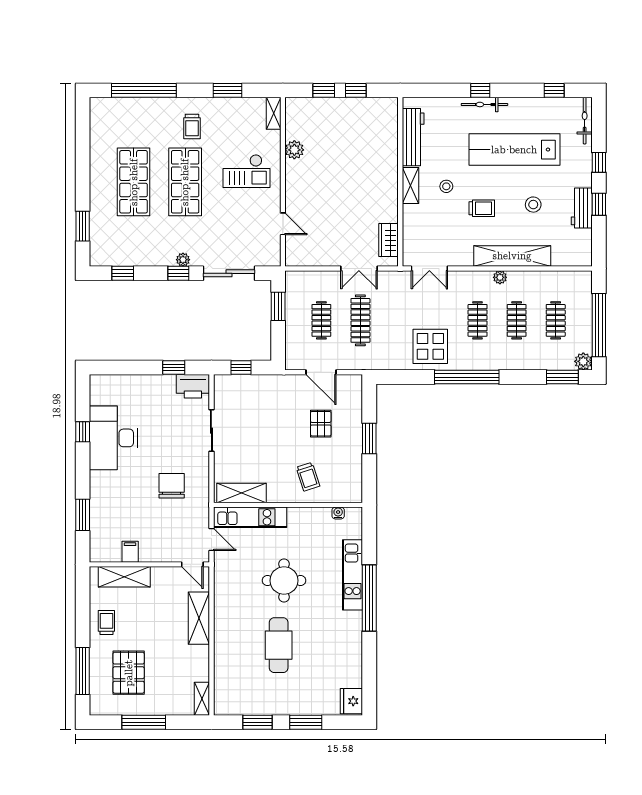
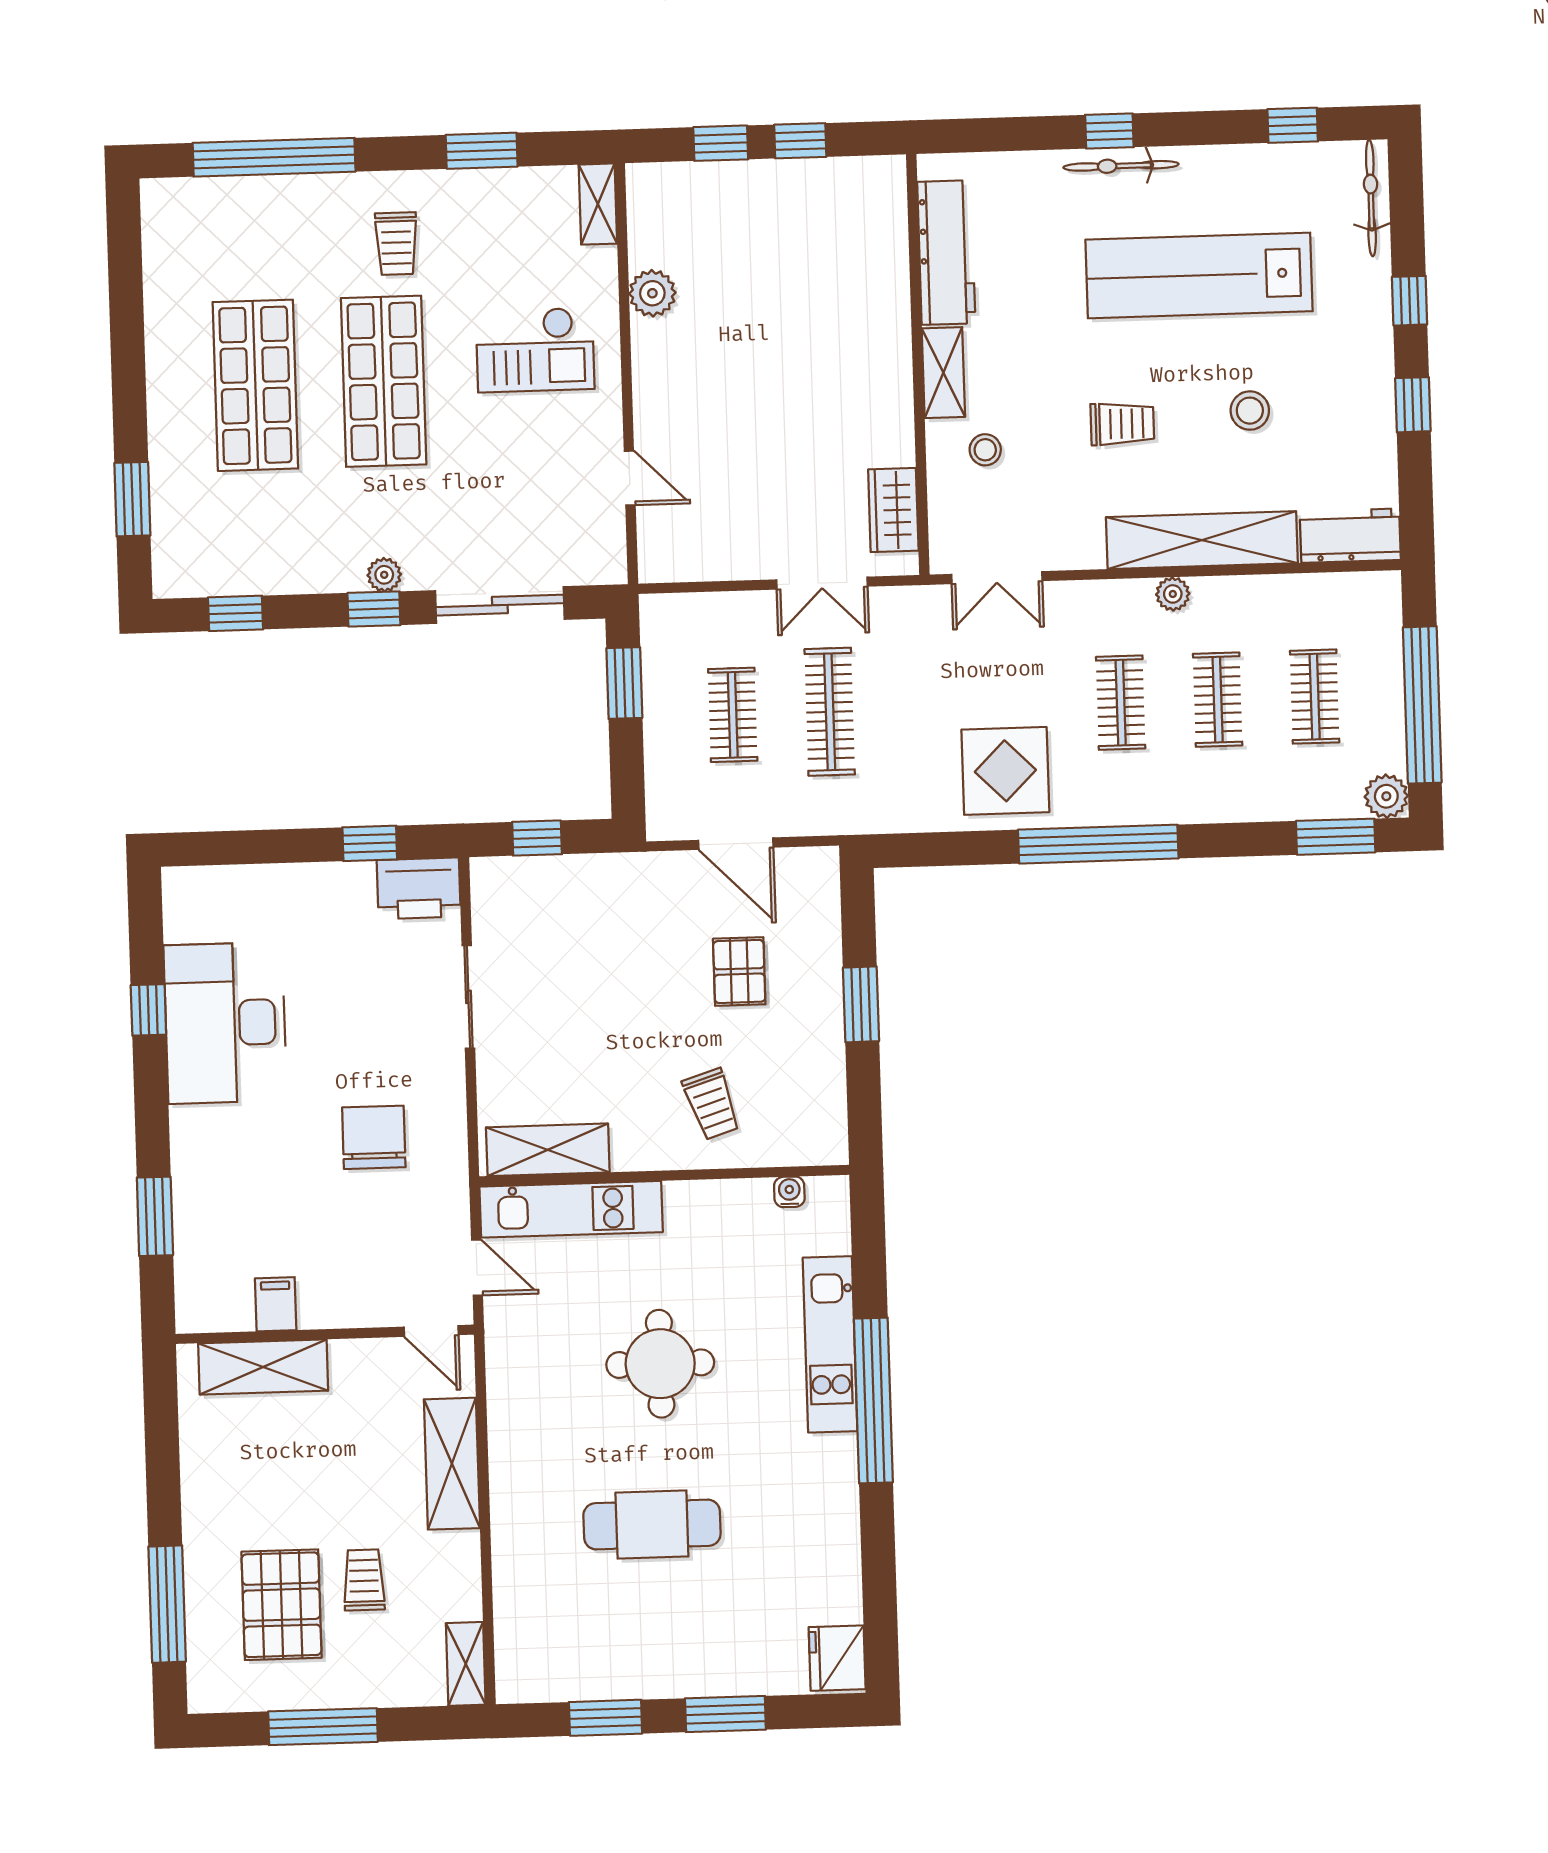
stool: (446, 186) -> (985, 450), moved
workbench: (582, 208) -> (1350, 536), moved, turned 90
trolley: (106, 623) -> (364, 1580), moved
cafe table: (279, 645) -> (652, 1525), turned 90

